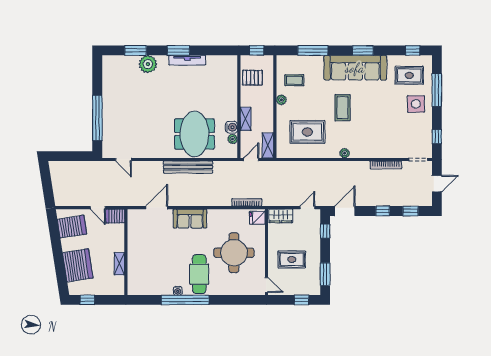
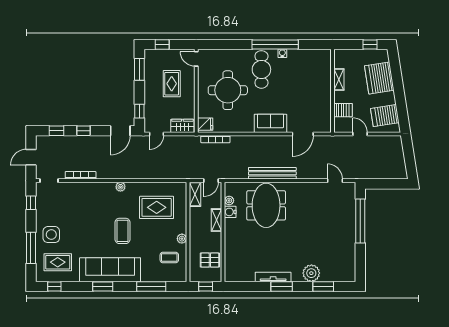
server rack: (115, 216) -> (343, 110), moved
rug: (292, 259) -> (172, 84), turned 90

